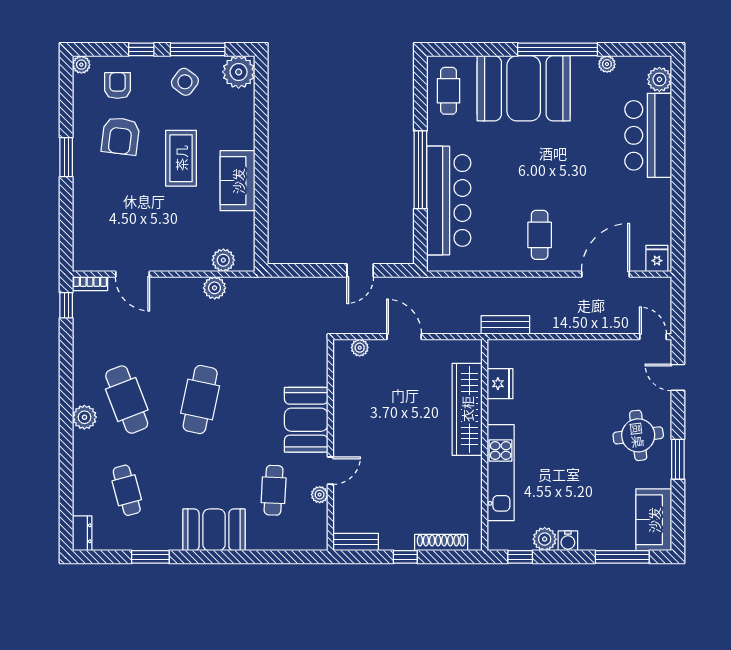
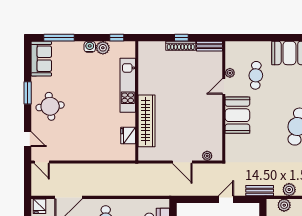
door: (360, 270) -> (226, 199), moved
bench: (505, 325) -> (260, 191), moved
shoe rack: (441, 543) -> (181, 46), moved

